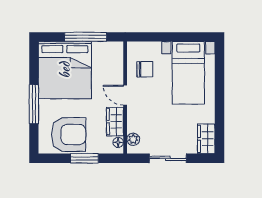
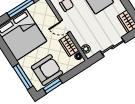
window: (34, 104) -> (23, 77), moved
window: (84, 158) -> (53, 86), moved

